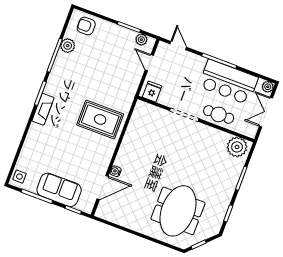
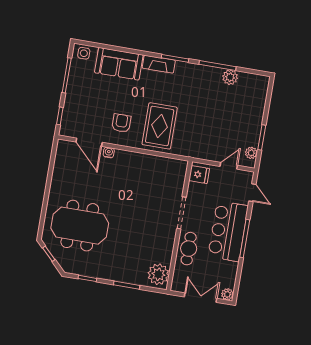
armchair: (86, 26) -> (121, 123), moved
door: (178, 46) -> (252, 193), hinge flipped
bar counter: (228, 82) -> (228, 231), moved
sofa: (59, 190) -> (119, 64), moved, turned 90

